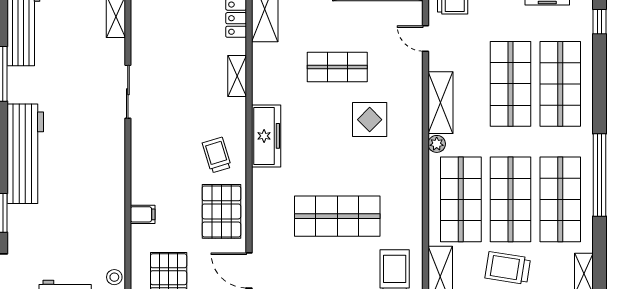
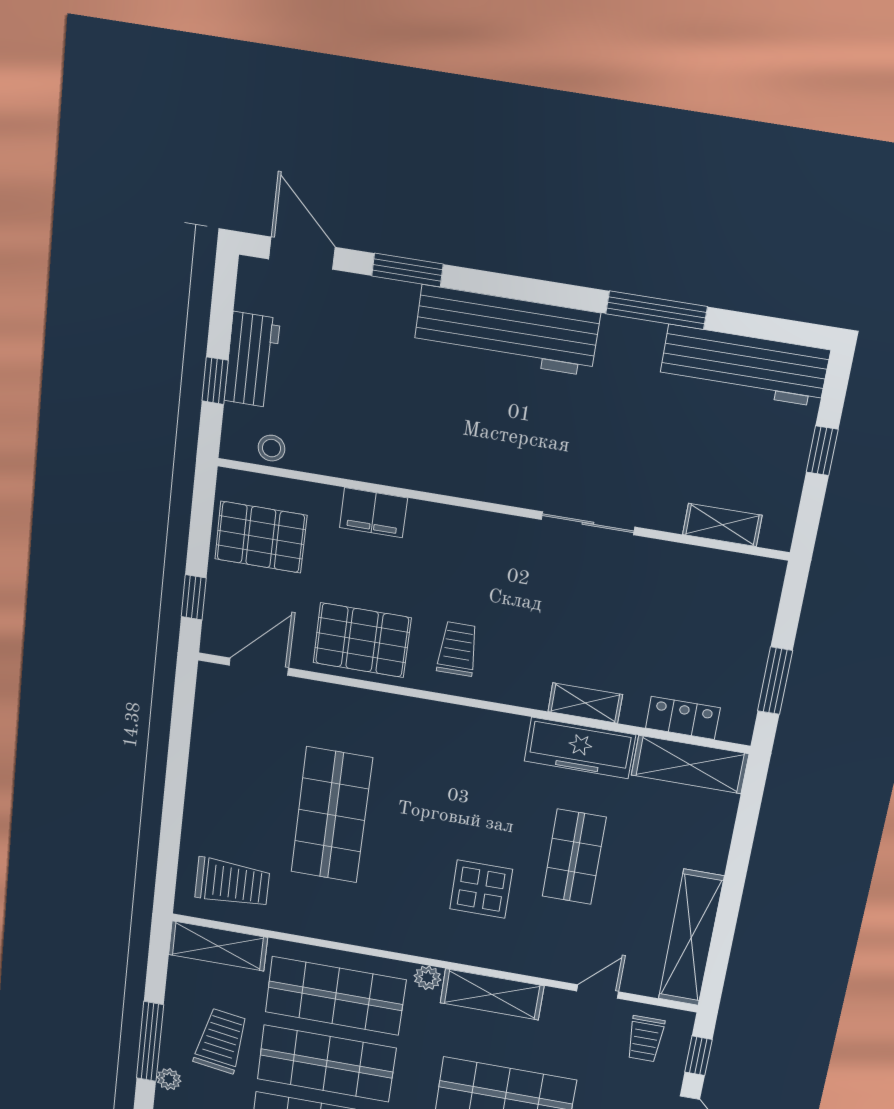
freezer: (266, 136) -> (580, 748), moved
trolley: (217, 155) -> (458, 649), turned -73
filing cabinet: (143, 214) -> (373, 513), width x2.00

